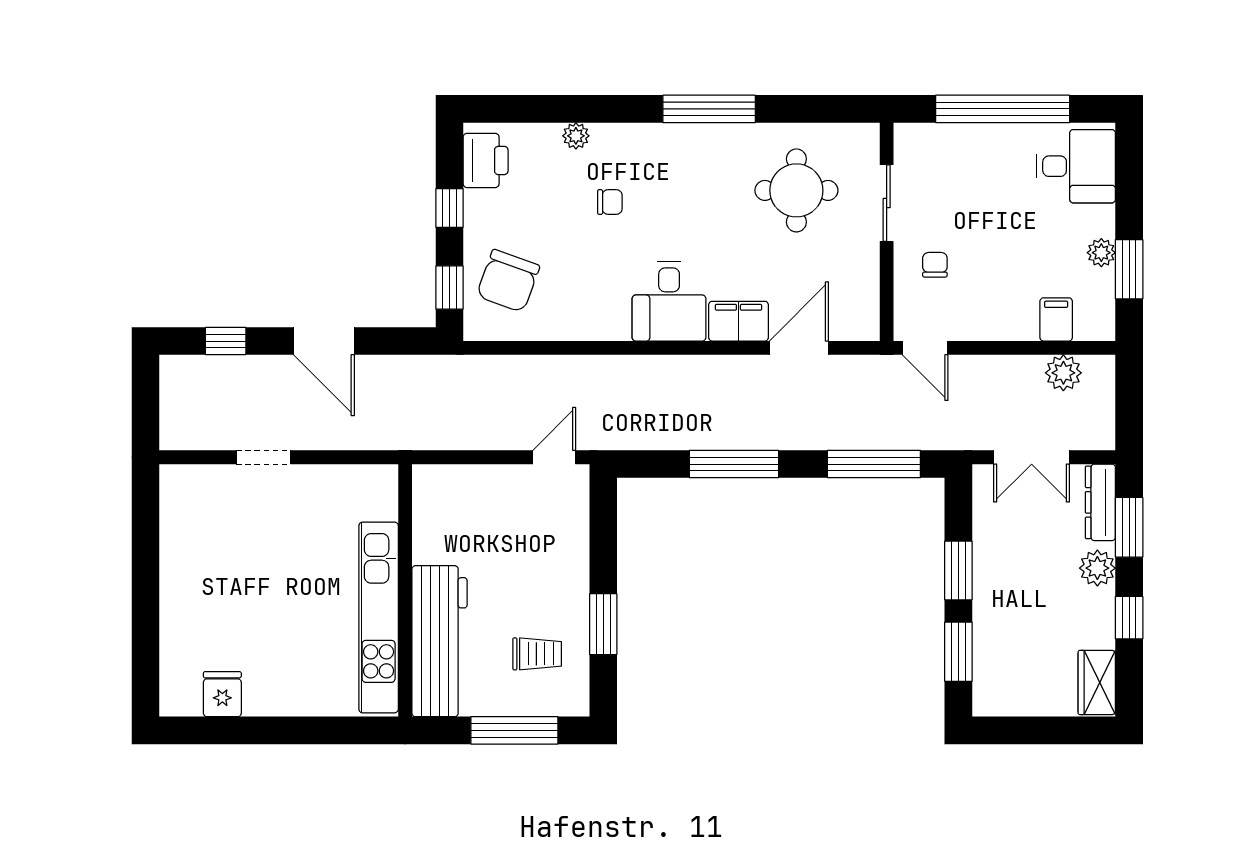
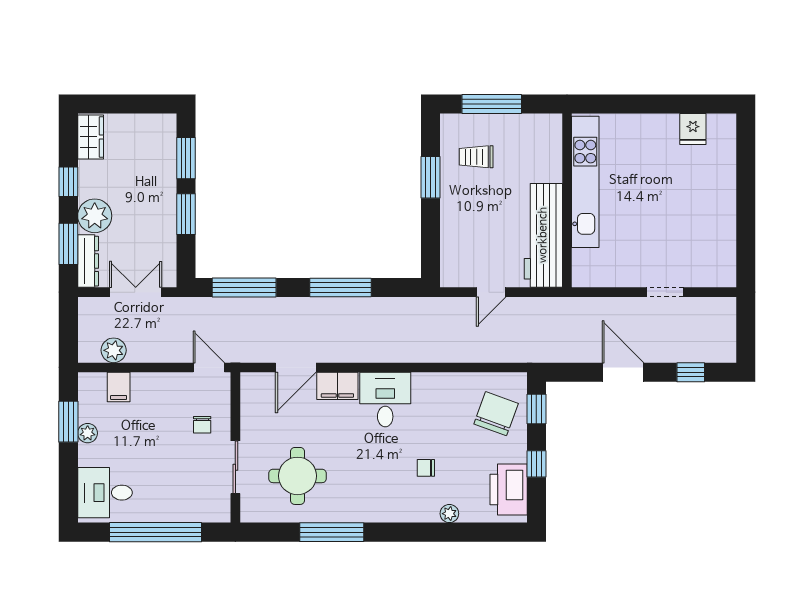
window: (709, 109) -> (332, 532), moved
printer: (486, 160) -> (509, 490), width x1.37, depth x1.19
door: (554, 457) -> (491, 292), moved
plant: (1097, 568) -> (95, 216), width x1.36, depth x1.36
workbench: (439, 641) -> (543, 235), moved

